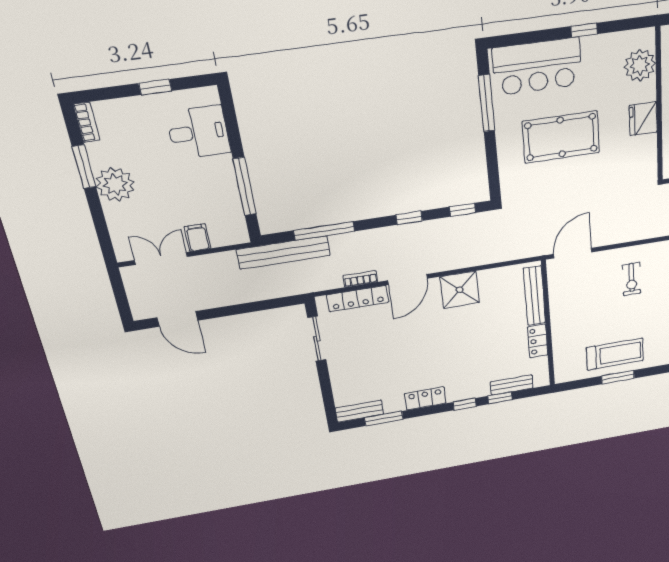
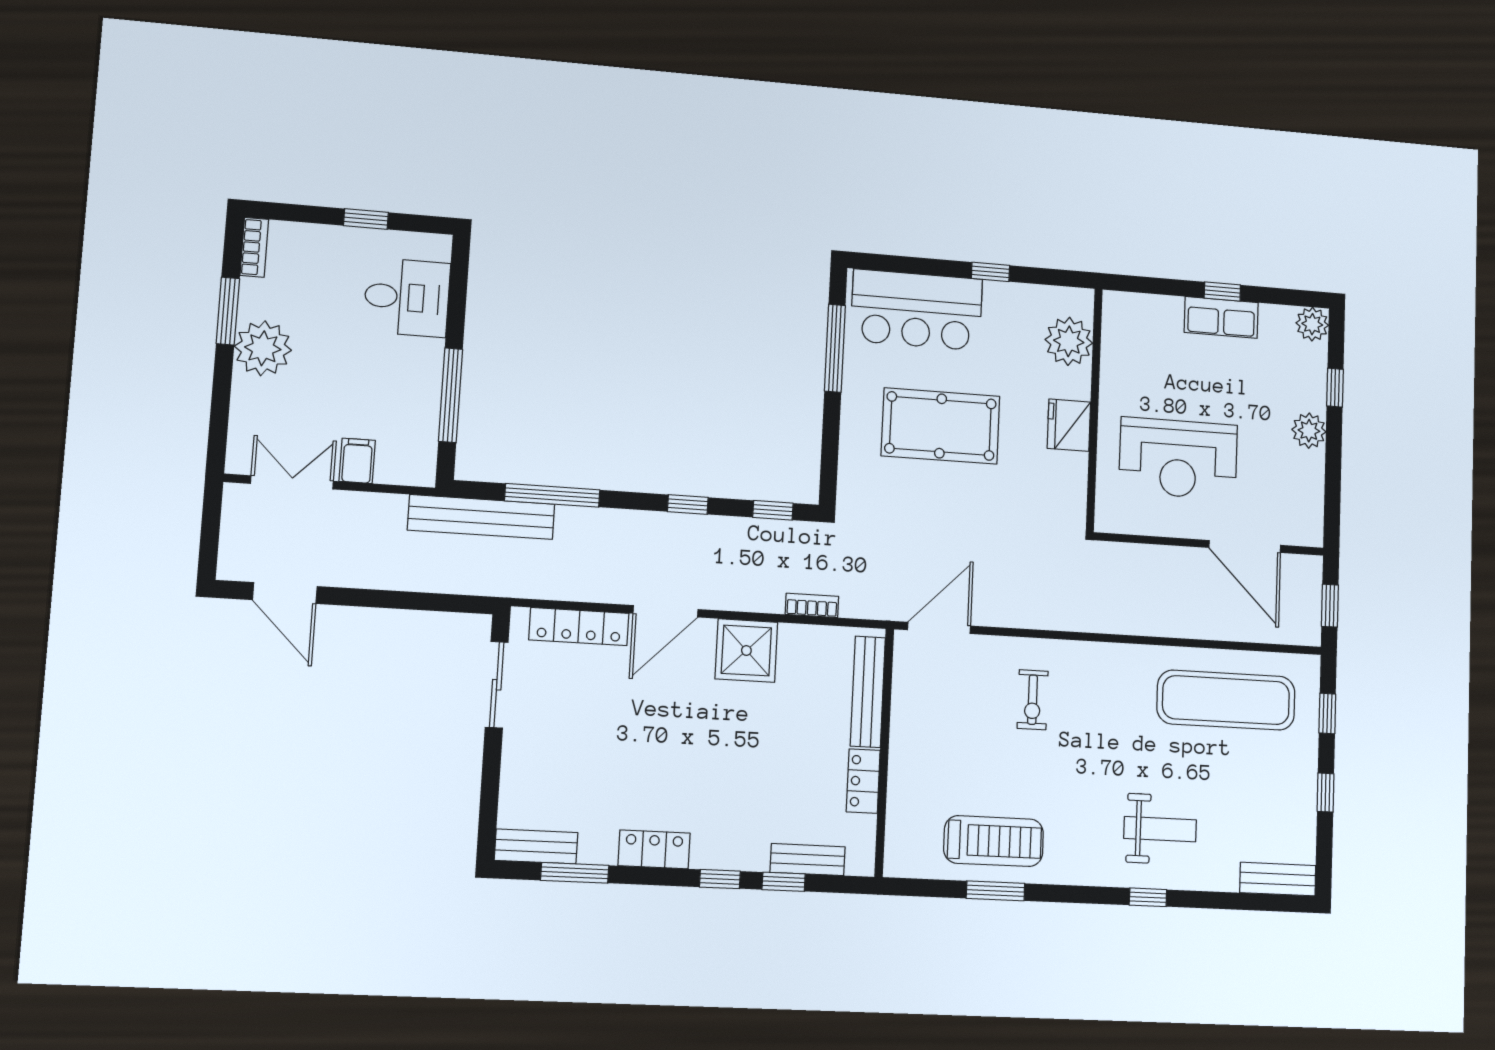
bookcase: (360, 279) -> (812, 605), moved

